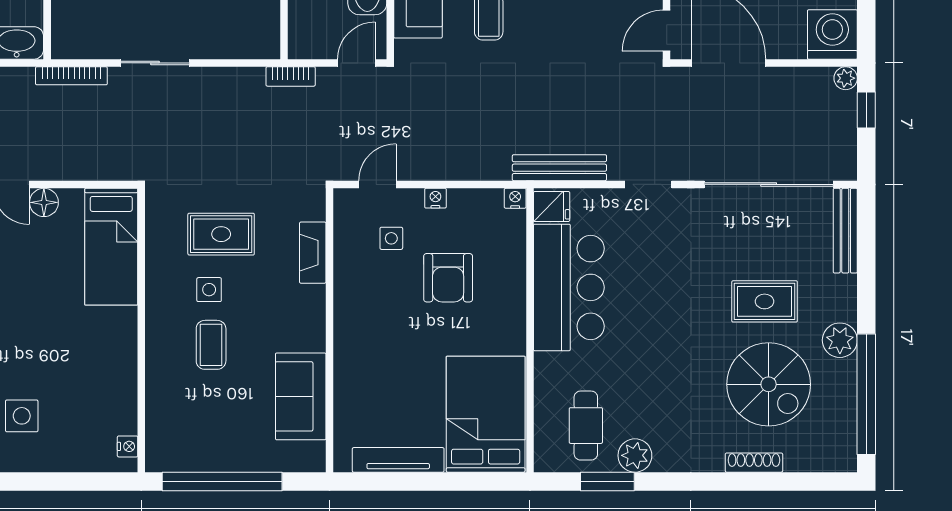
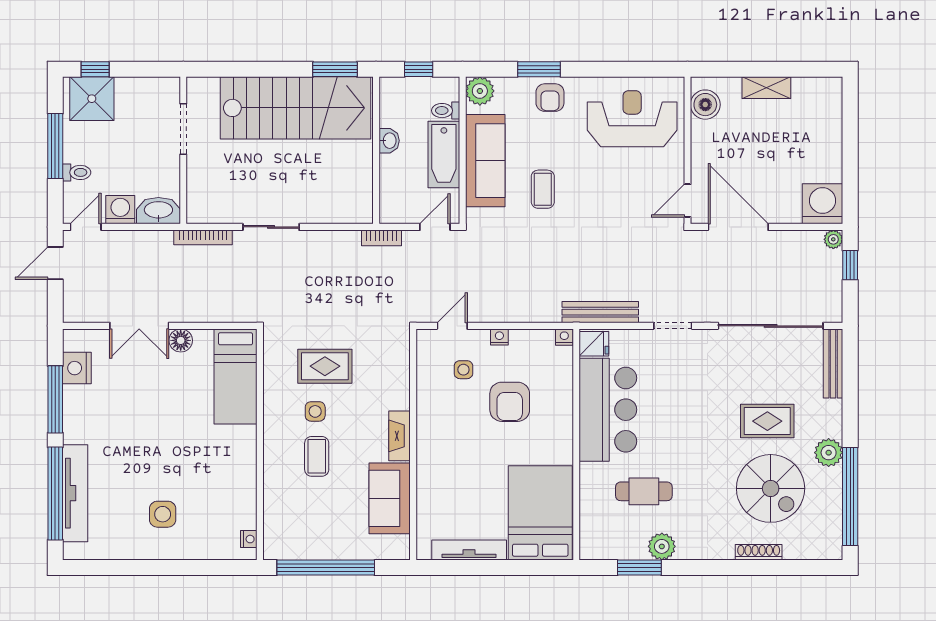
fireplace: (313, 253) -> (400, 436), moved
cafe table: (586, 426) -> (644, 491), moved, turned 90

